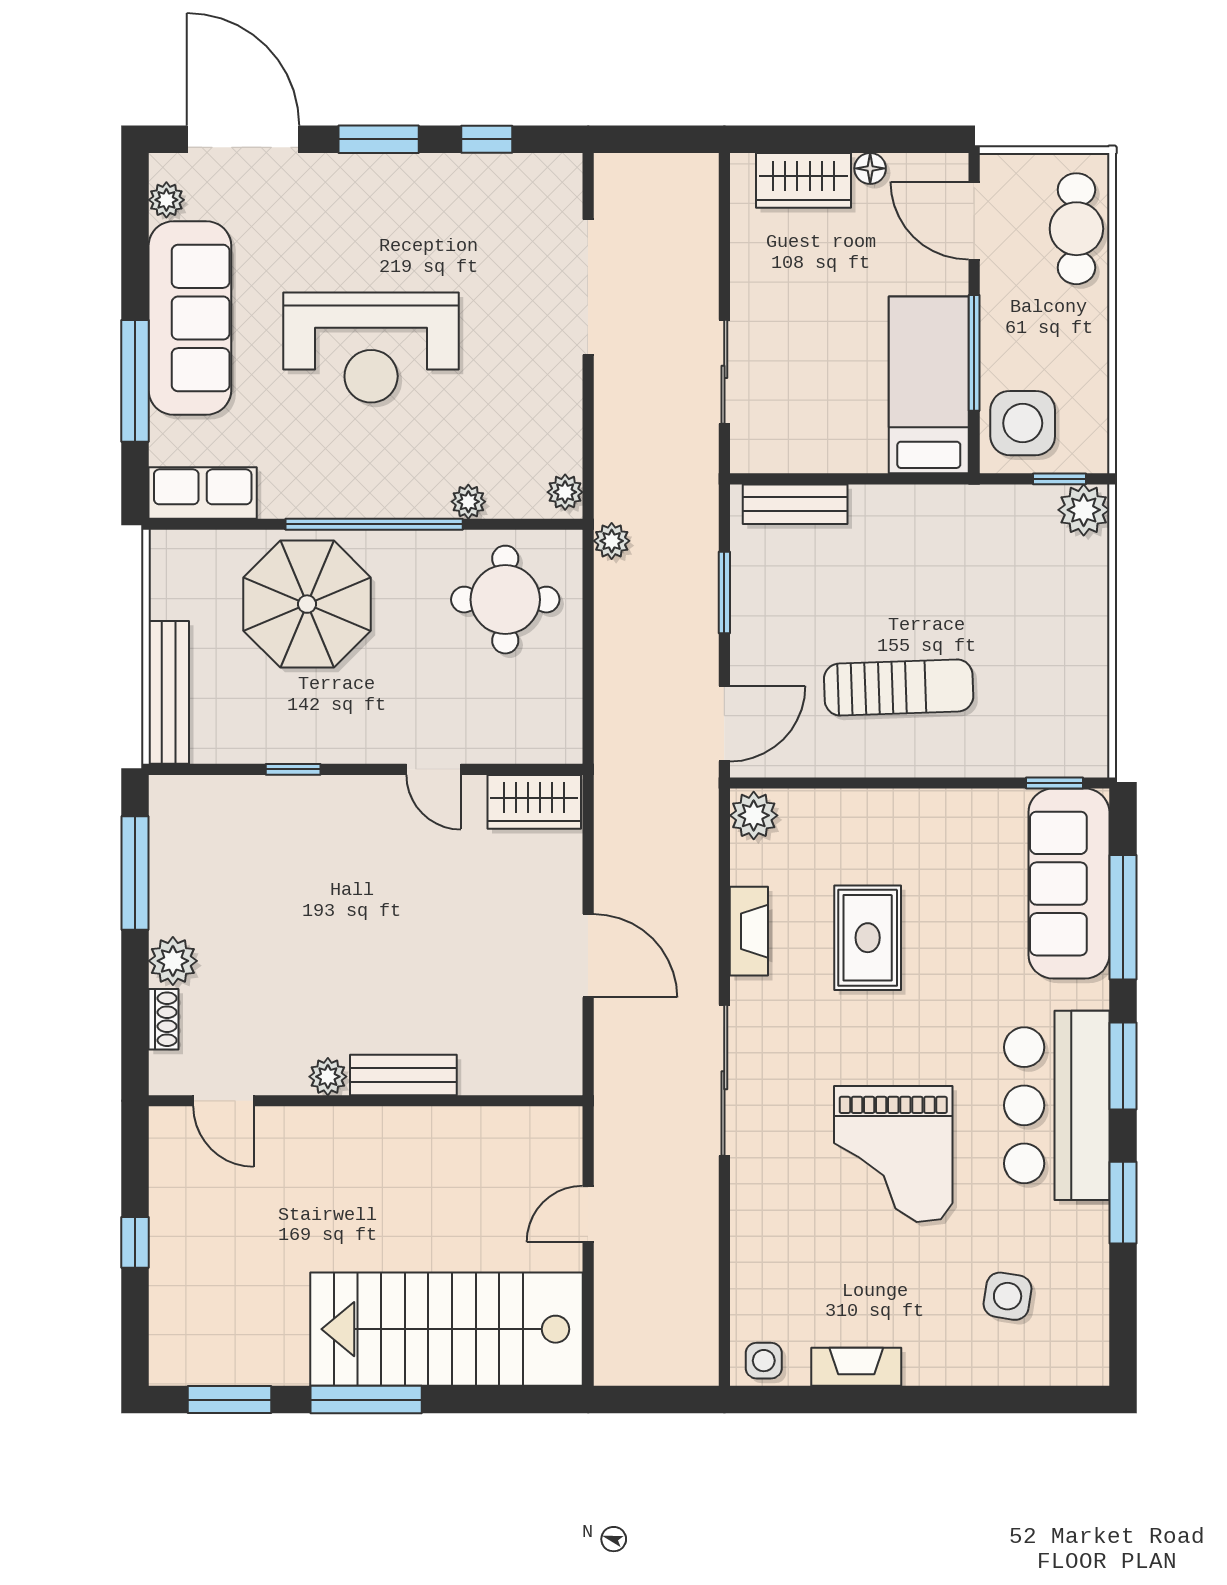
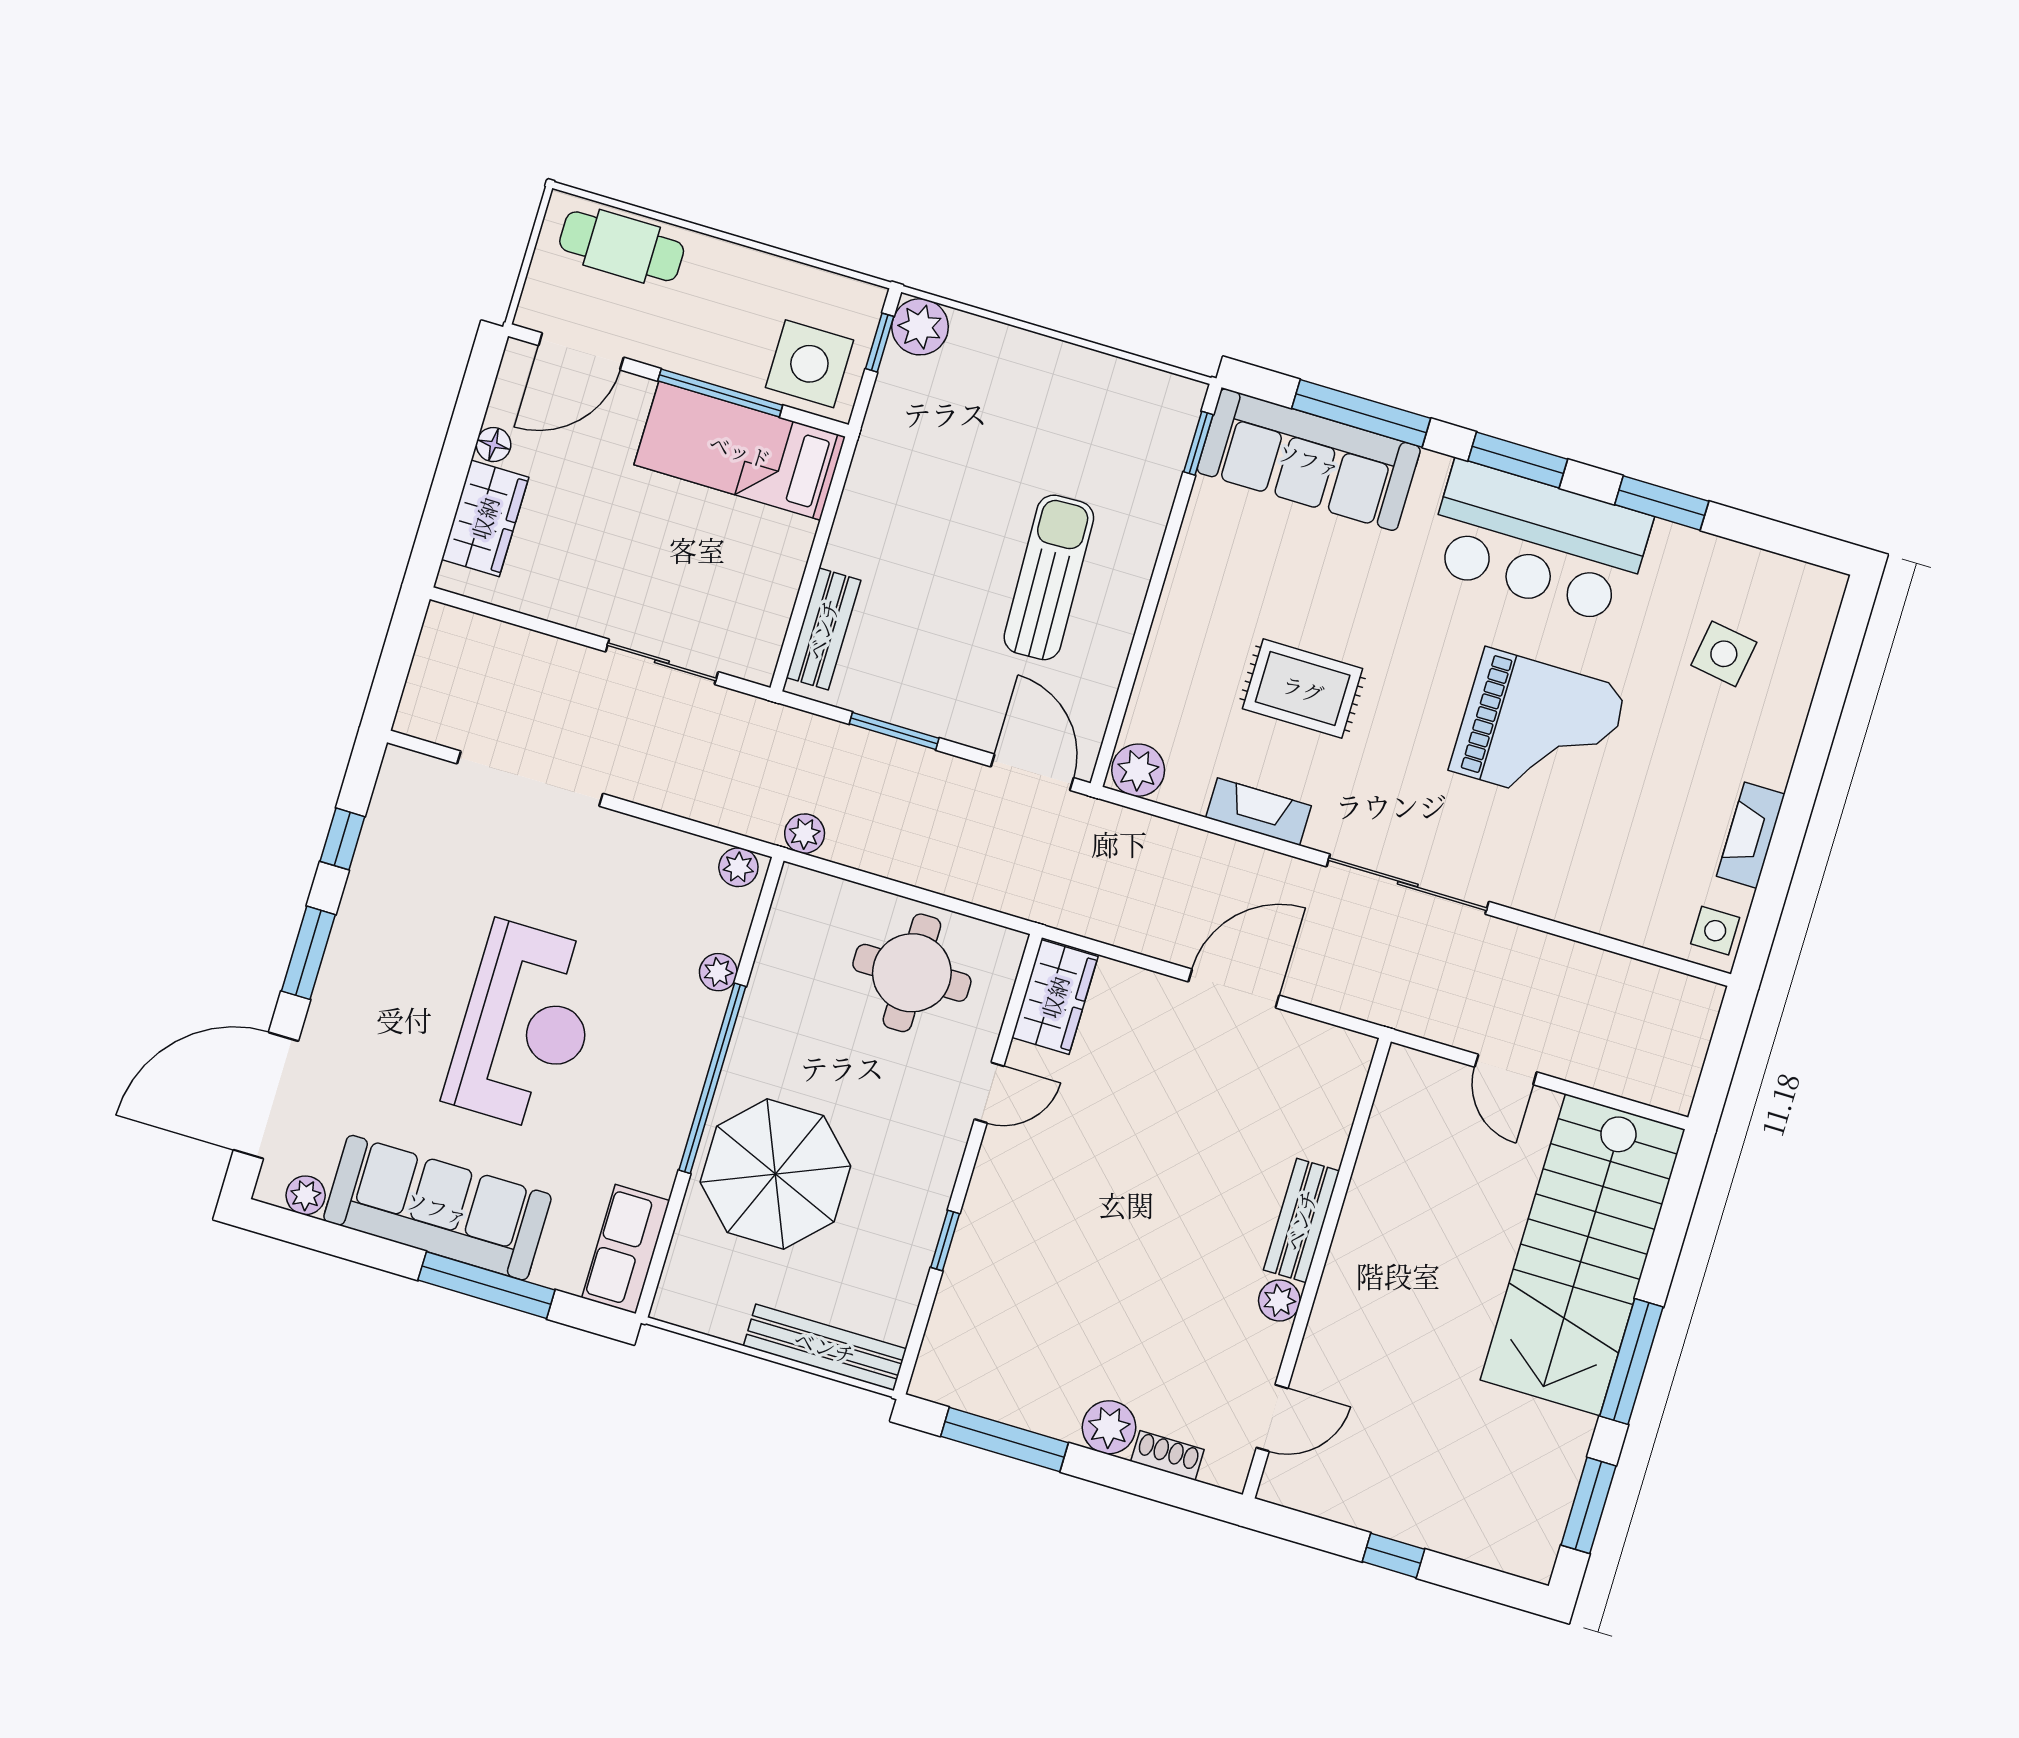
round table: (505, 600) -> (912, 973), moved

